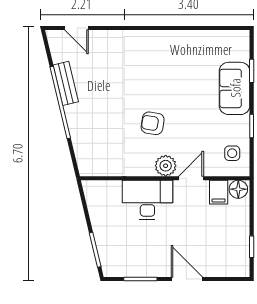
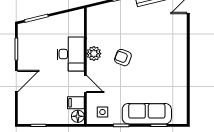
sofa: (235, 88) -> (147, 114), width x1.36
armchair: (153, 123) -> (123, 58), turned -78
plant: (166, 166) -> (94, 54), moved

